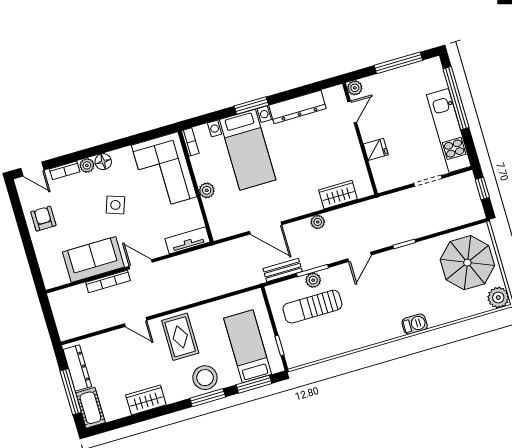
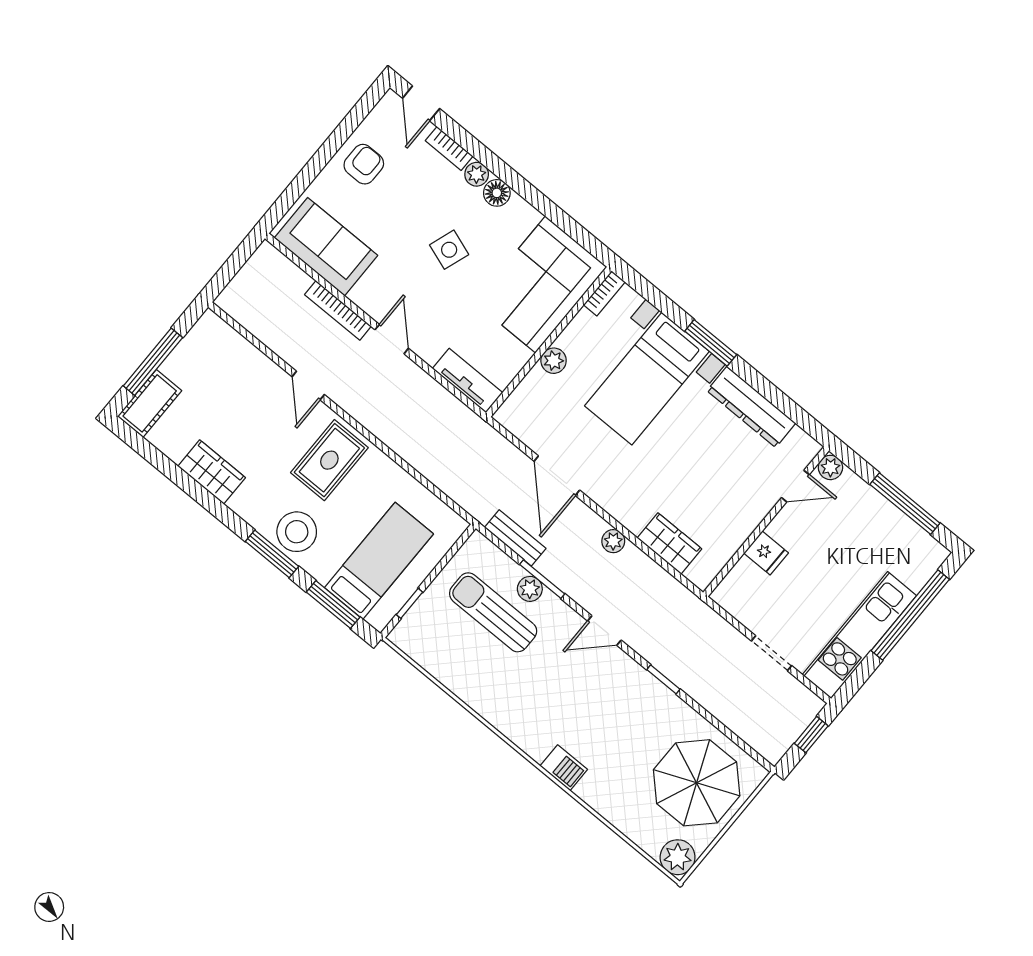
sofa: (93, 259) -> (326, 247), moved
dresser: (77, 368) -> (192, 349), removed

